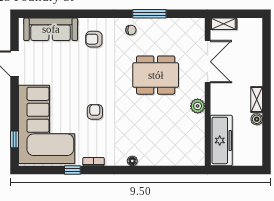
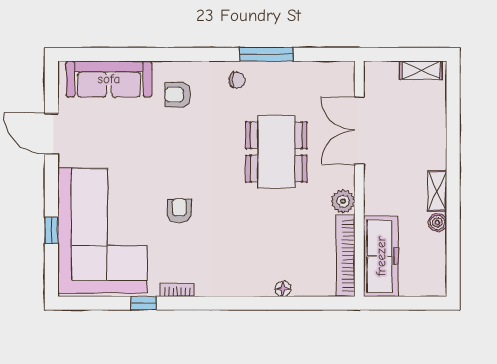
shelving: (223, 24) -> (421, 70), moved
double door: (208, 62) -> (359, 131), swing flipped
dining table: (156, 75) -> (276, 152), turned 90
window: (15, 139) -> (51, 230), moved
bookcase: (199, 140) -> (346, 256), added
floor lamp: (132, 161) -> (283, 289), moved

